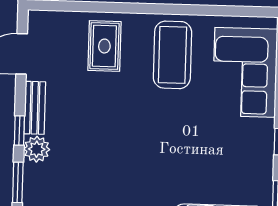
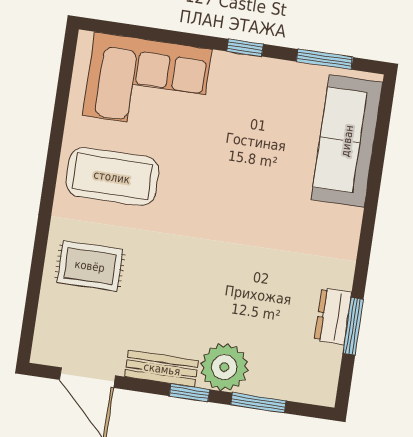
plant: (37, 149) -> (224, 367), width x1.36, depth x1.36

